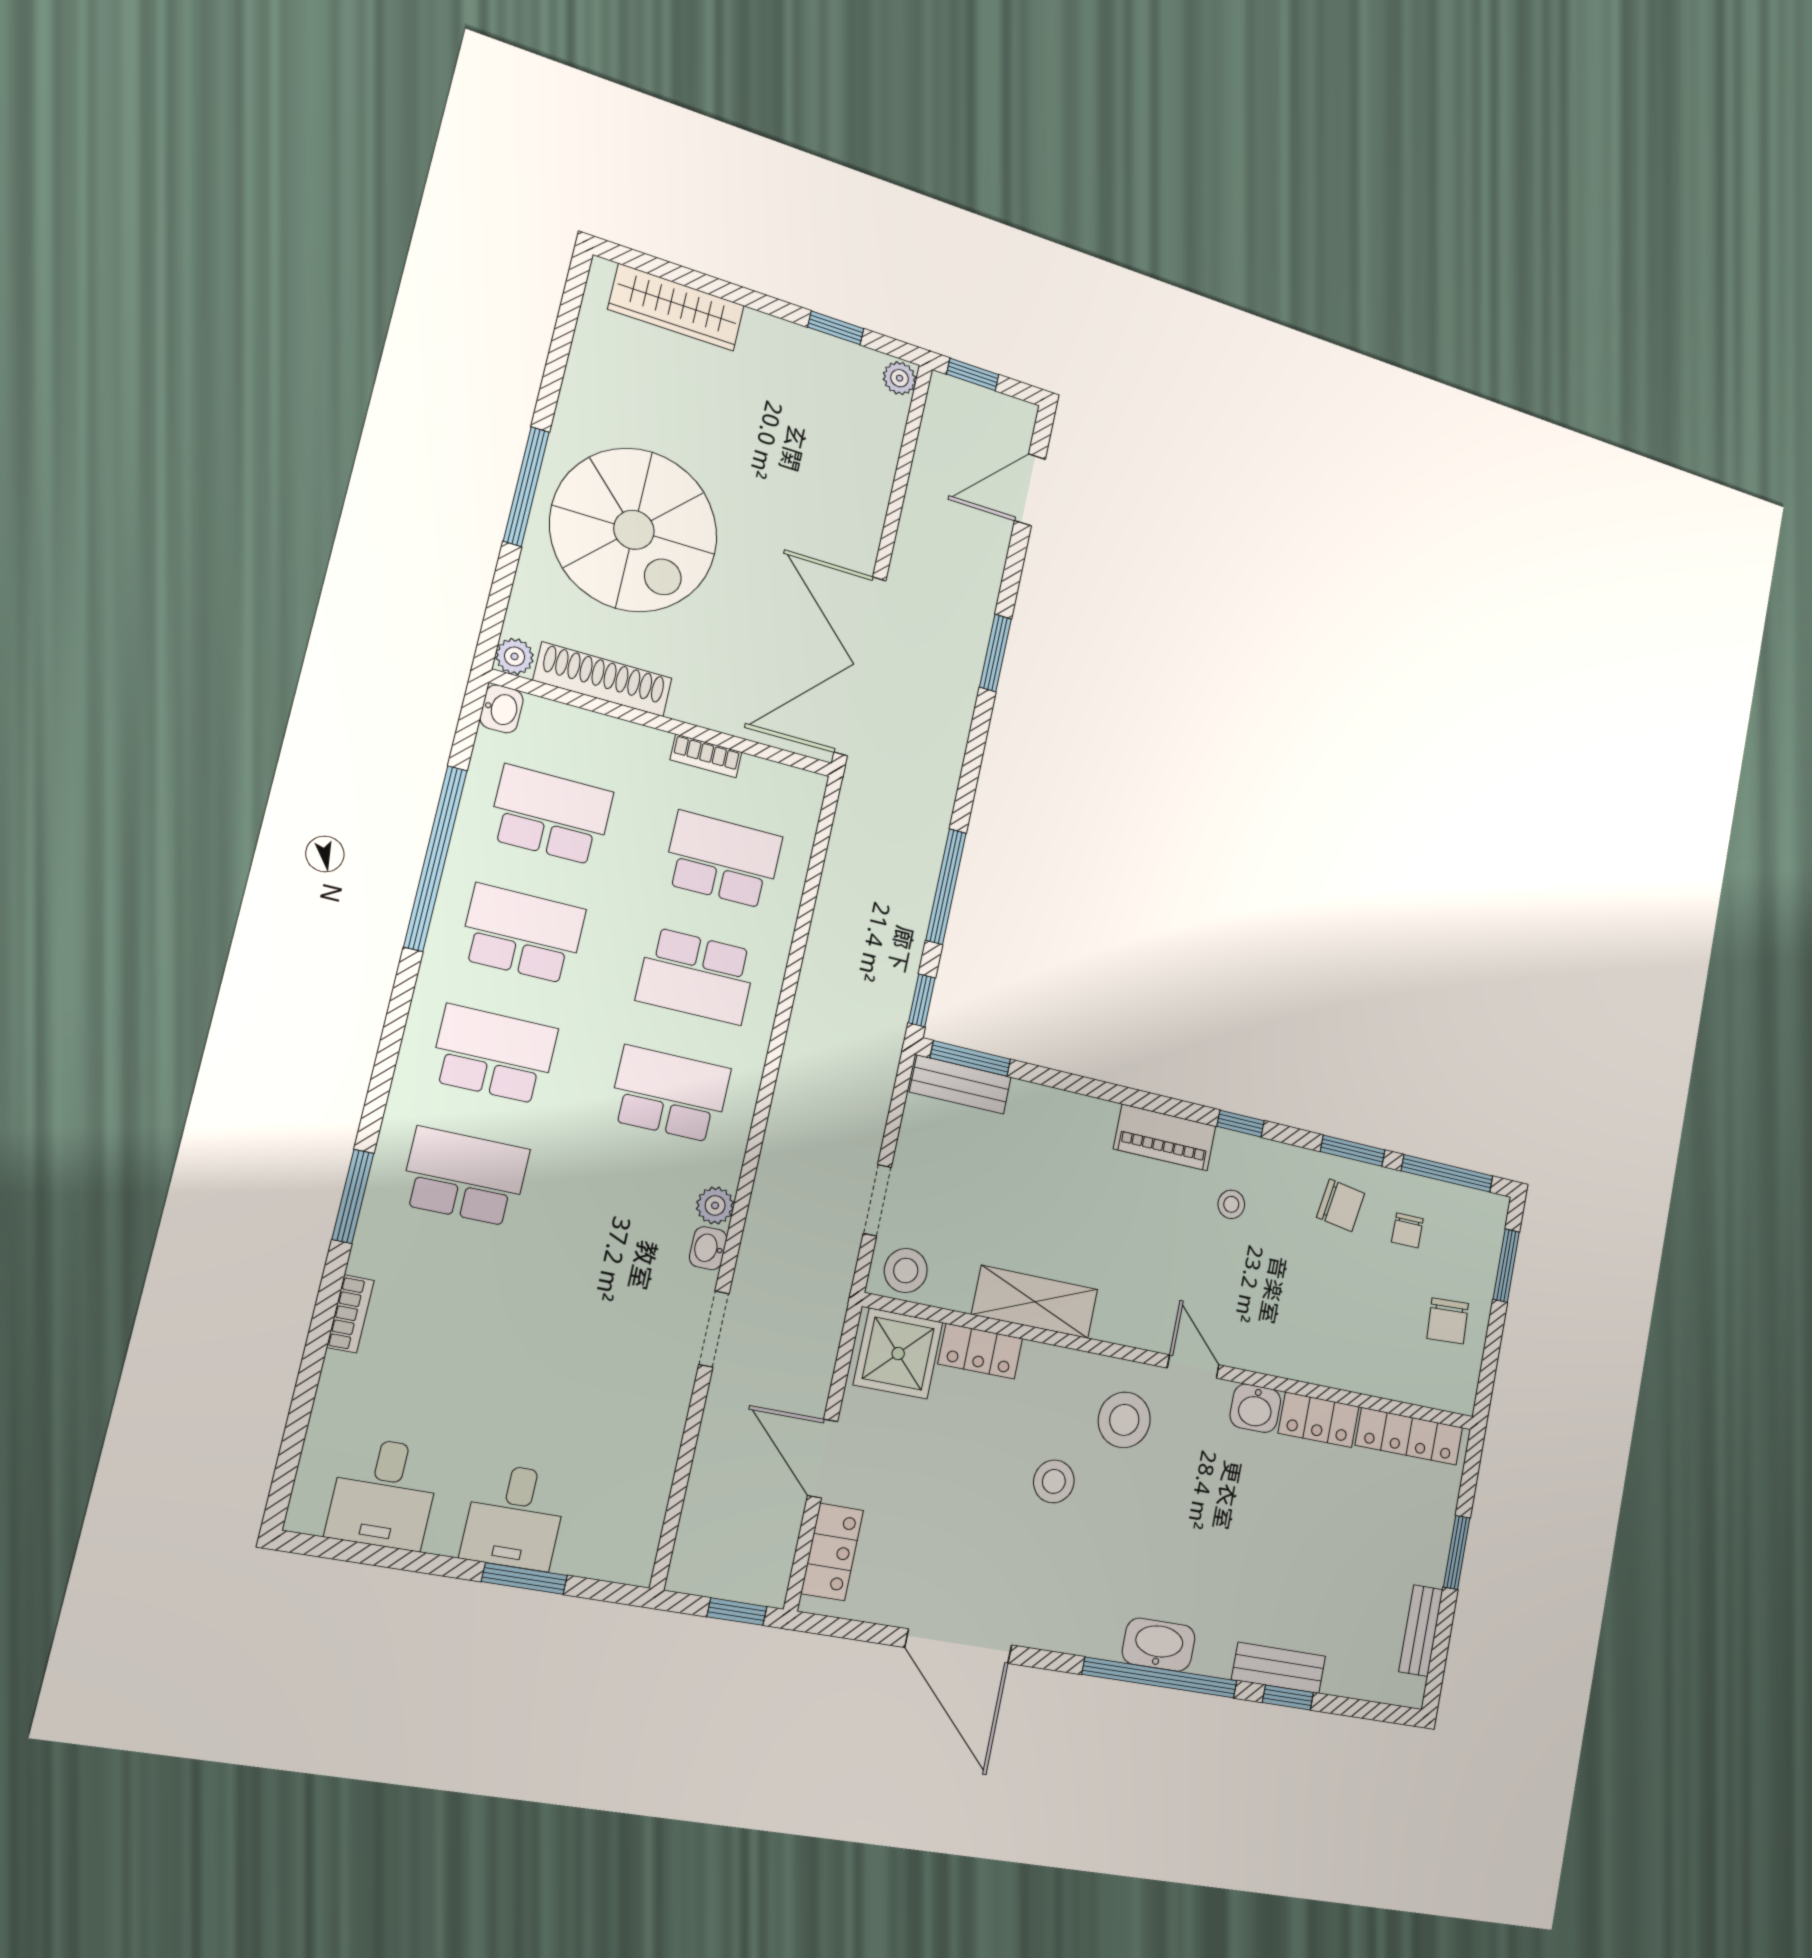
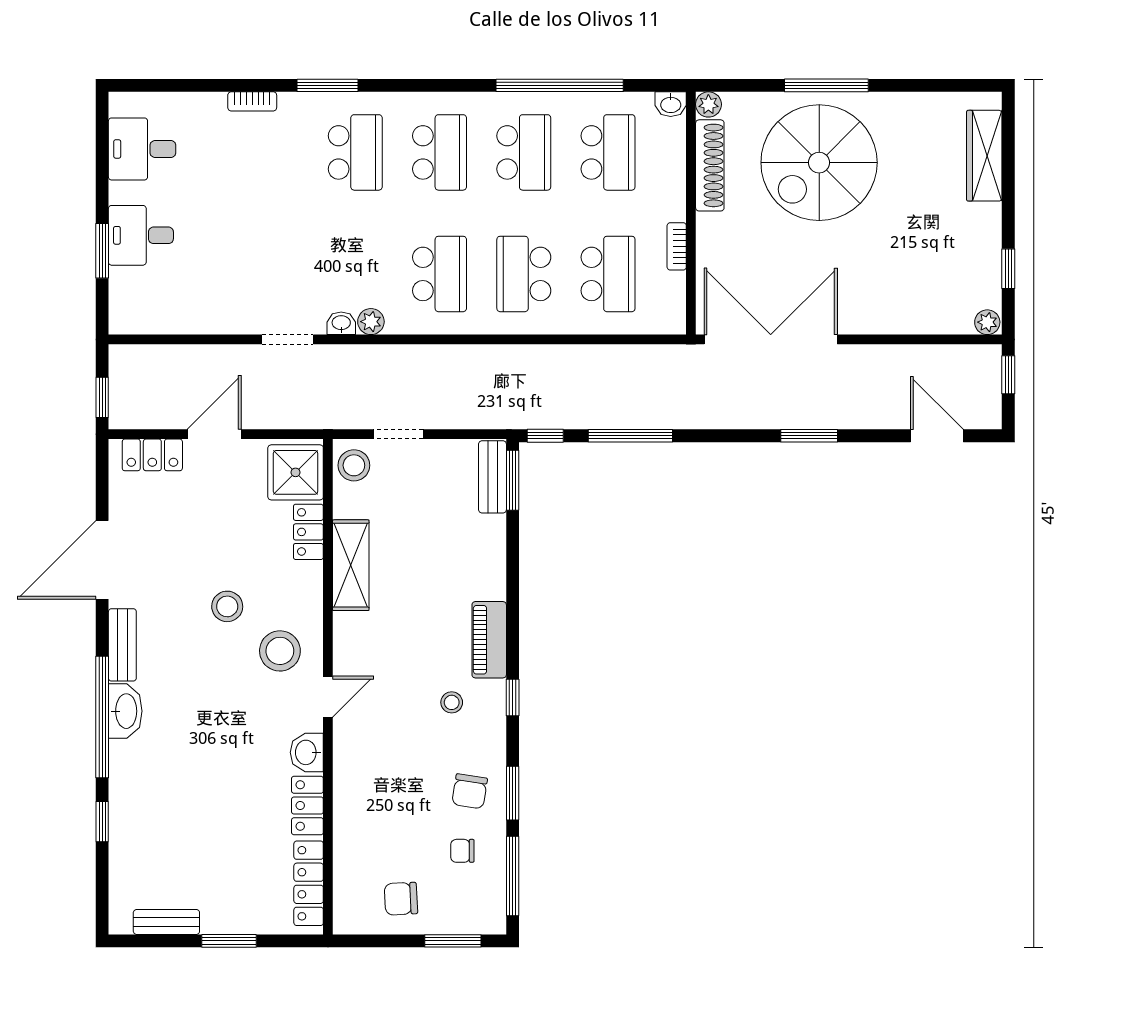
bench: (1279, 1668) -> (122, 645), moved

